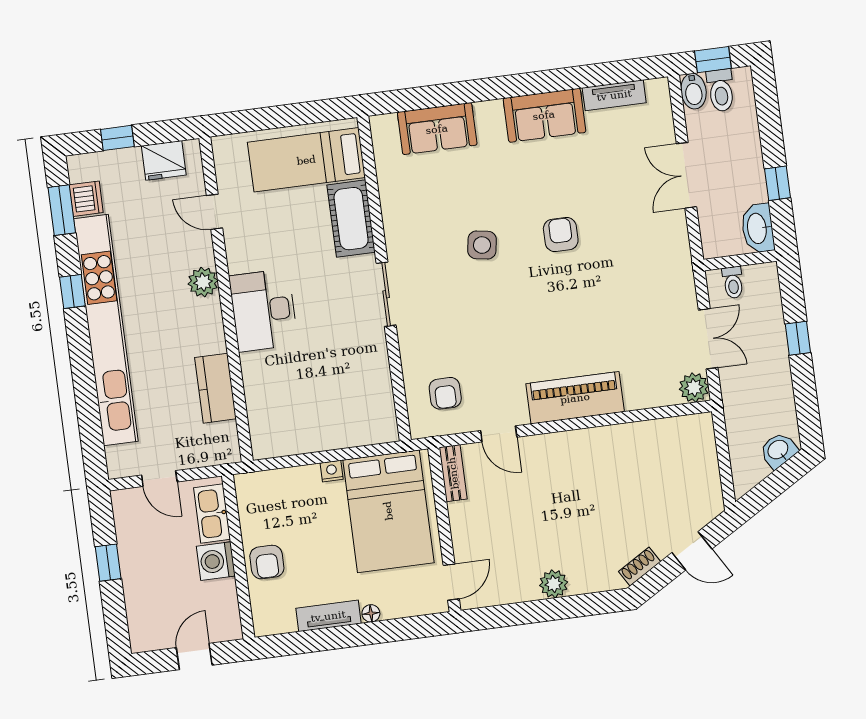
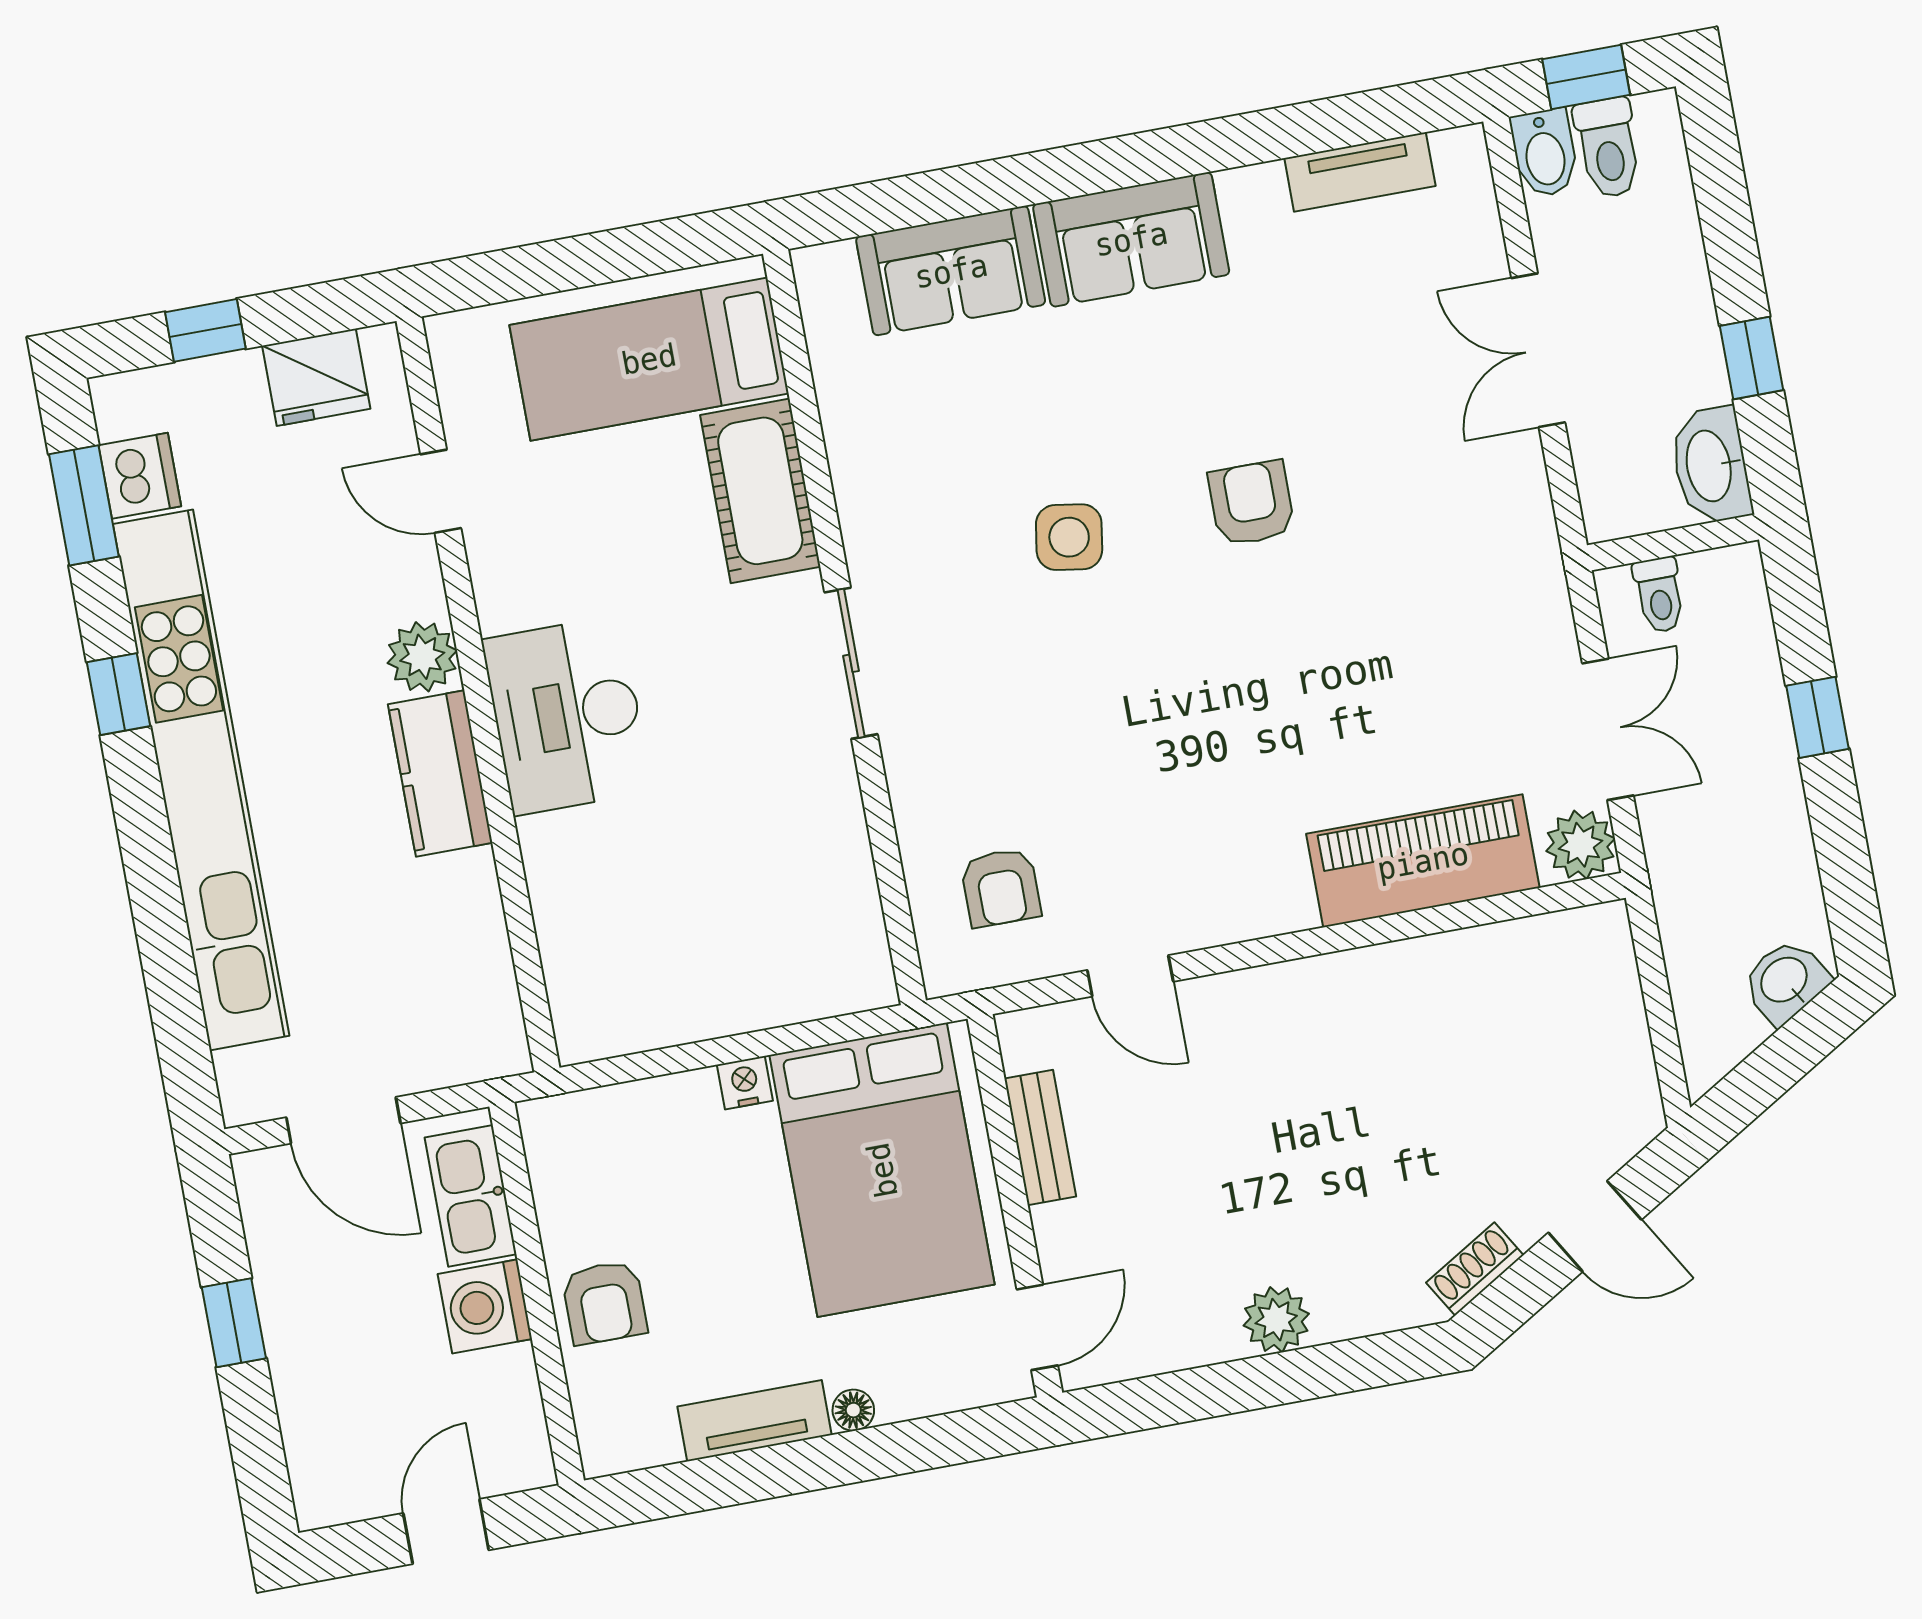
sofa: (544, 115) -> (1131, 239), moved
kitchen counter: (216, 388) -> (440, 774), moved
piano: (575, 398) -> (1423, 861), moved
bench: (453, 473) -> (1040, 1138), moved
door: (159, 479) -> (343, 1120), width x1.38

